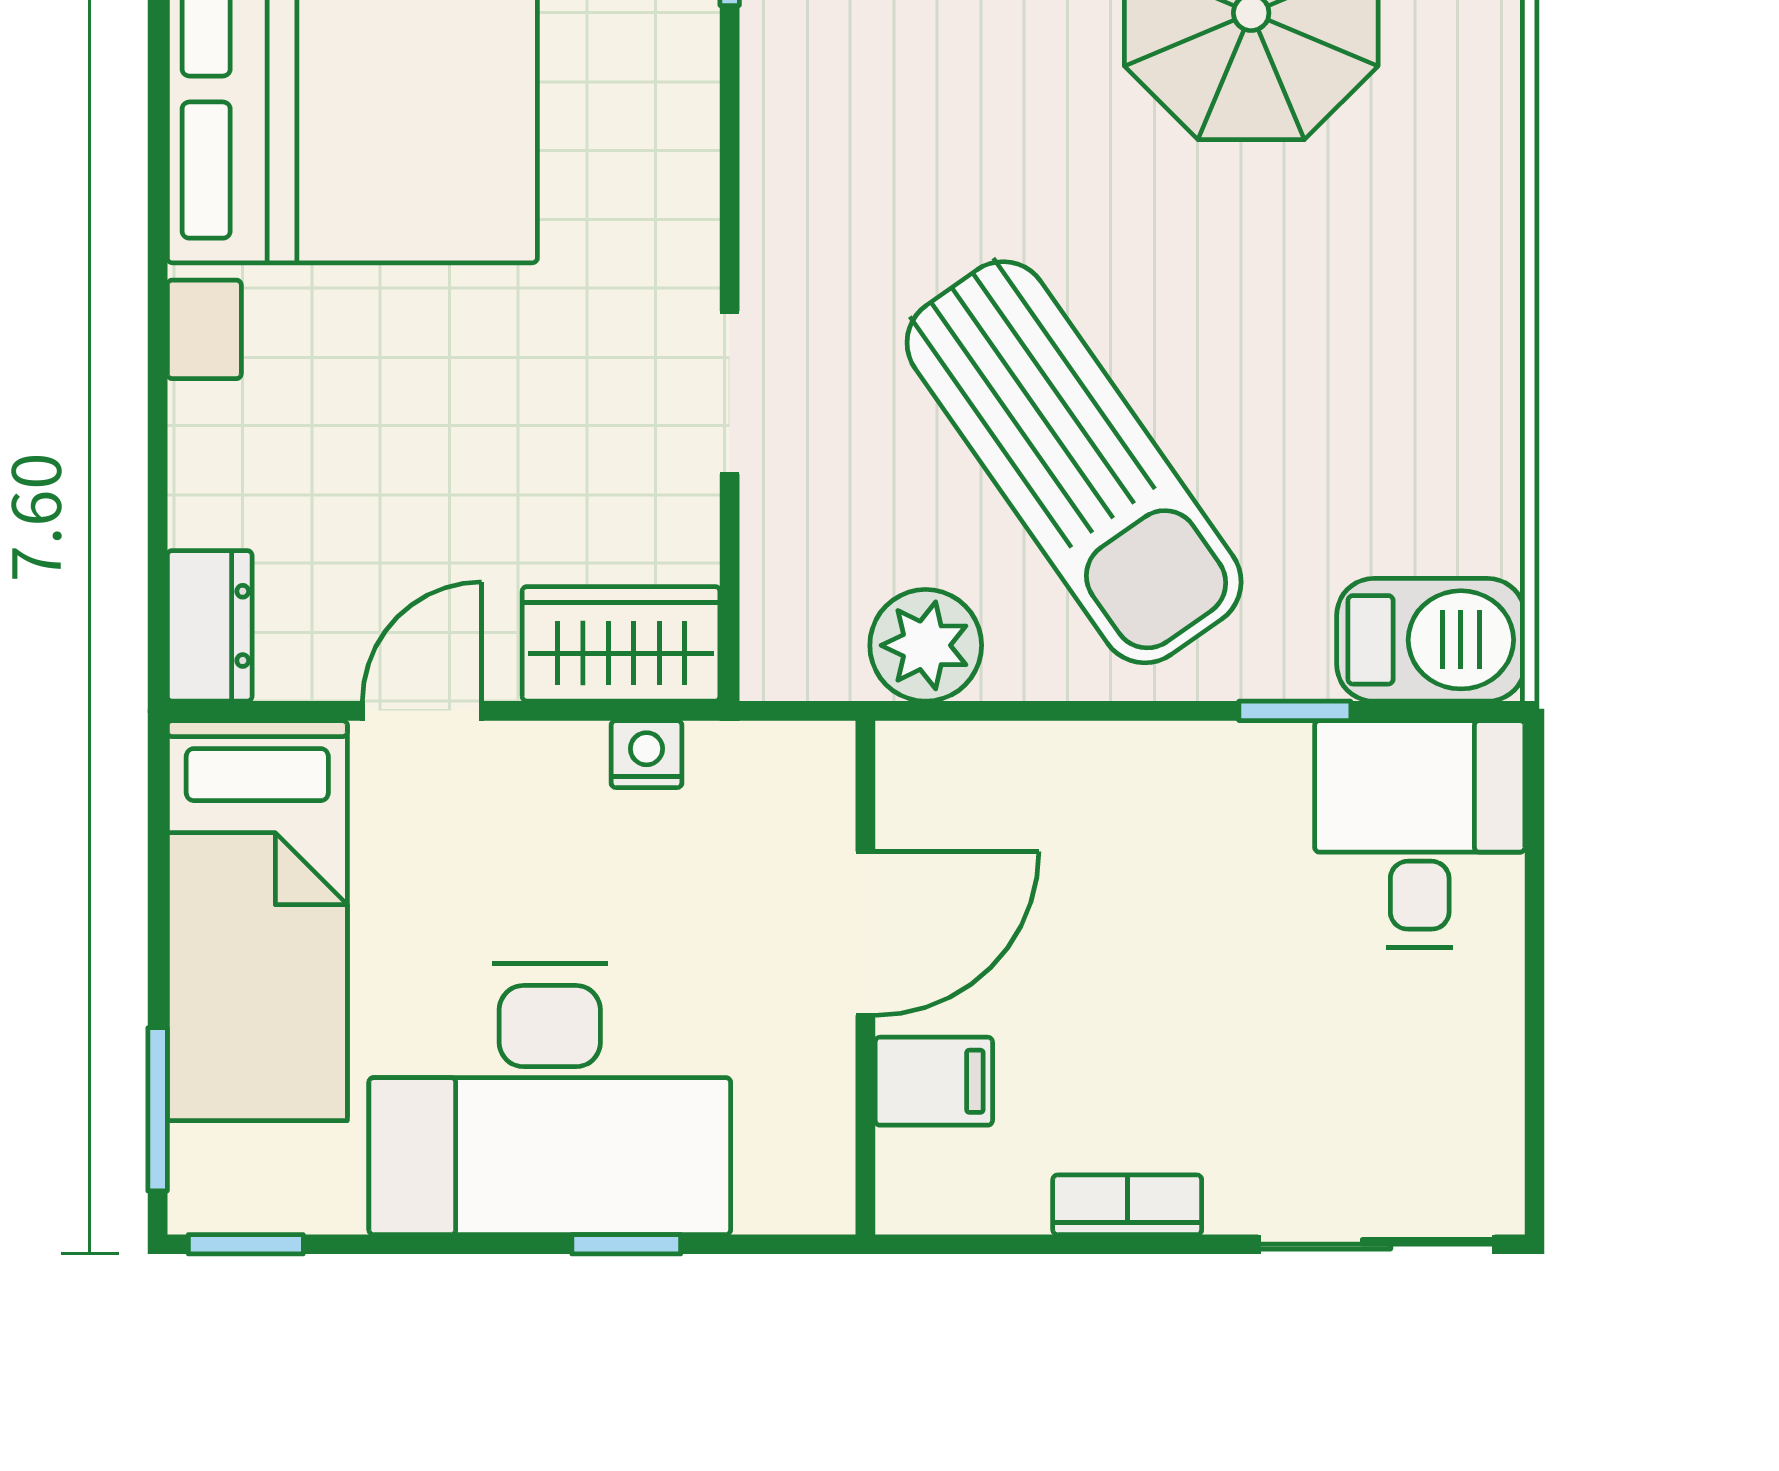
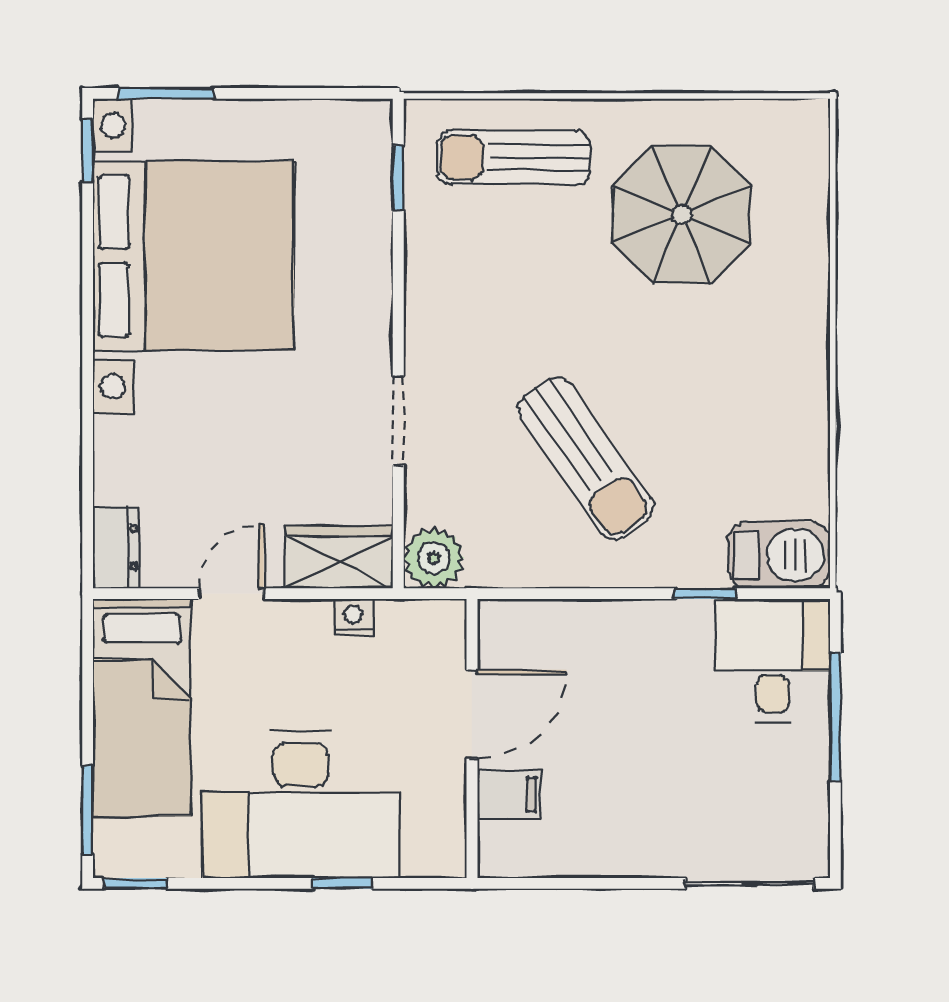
sun lounger: (1074, 462) -> (585, 459), width x0.73, depth x0.75
plant: (926, 645) -> (434, 558), moved
window: (1534, 938) -> (835, 717), added
bookcase: (1127, 1205) -> (614, 862), removed

